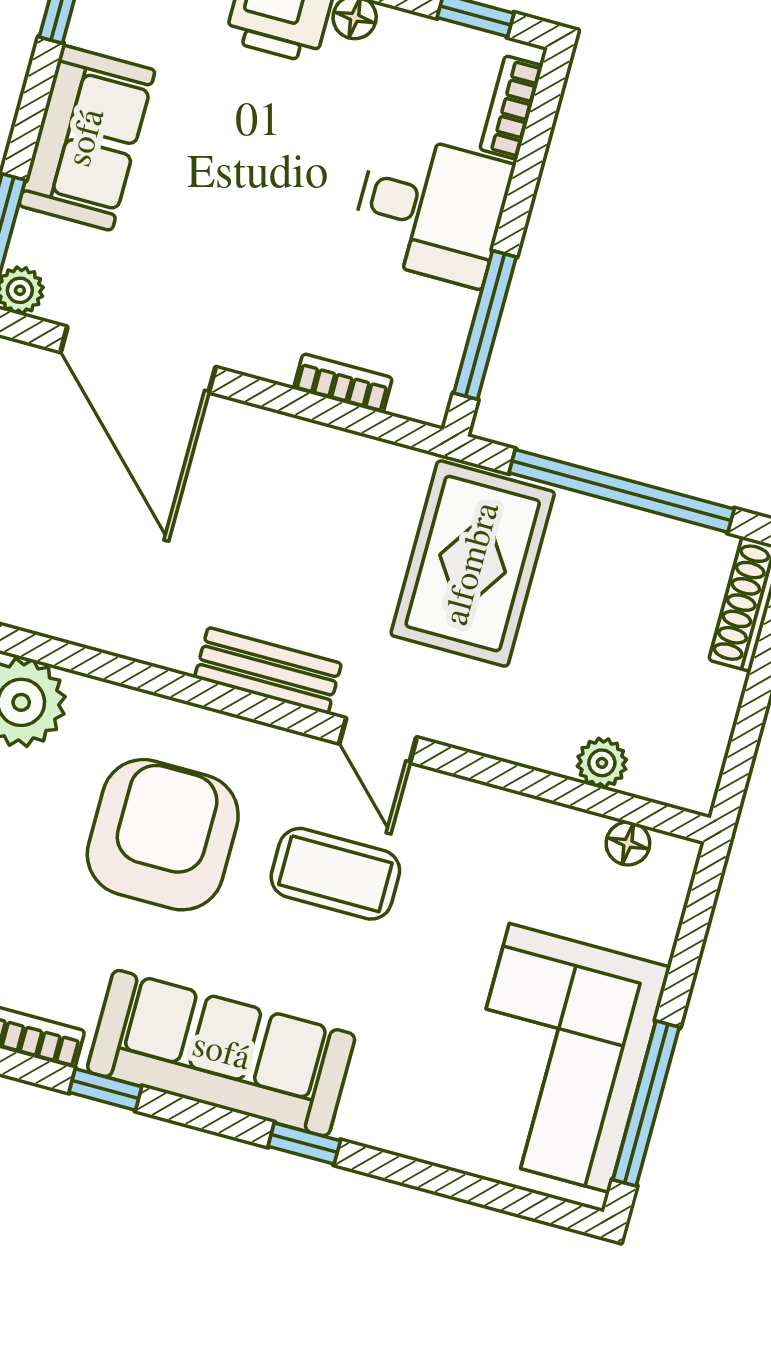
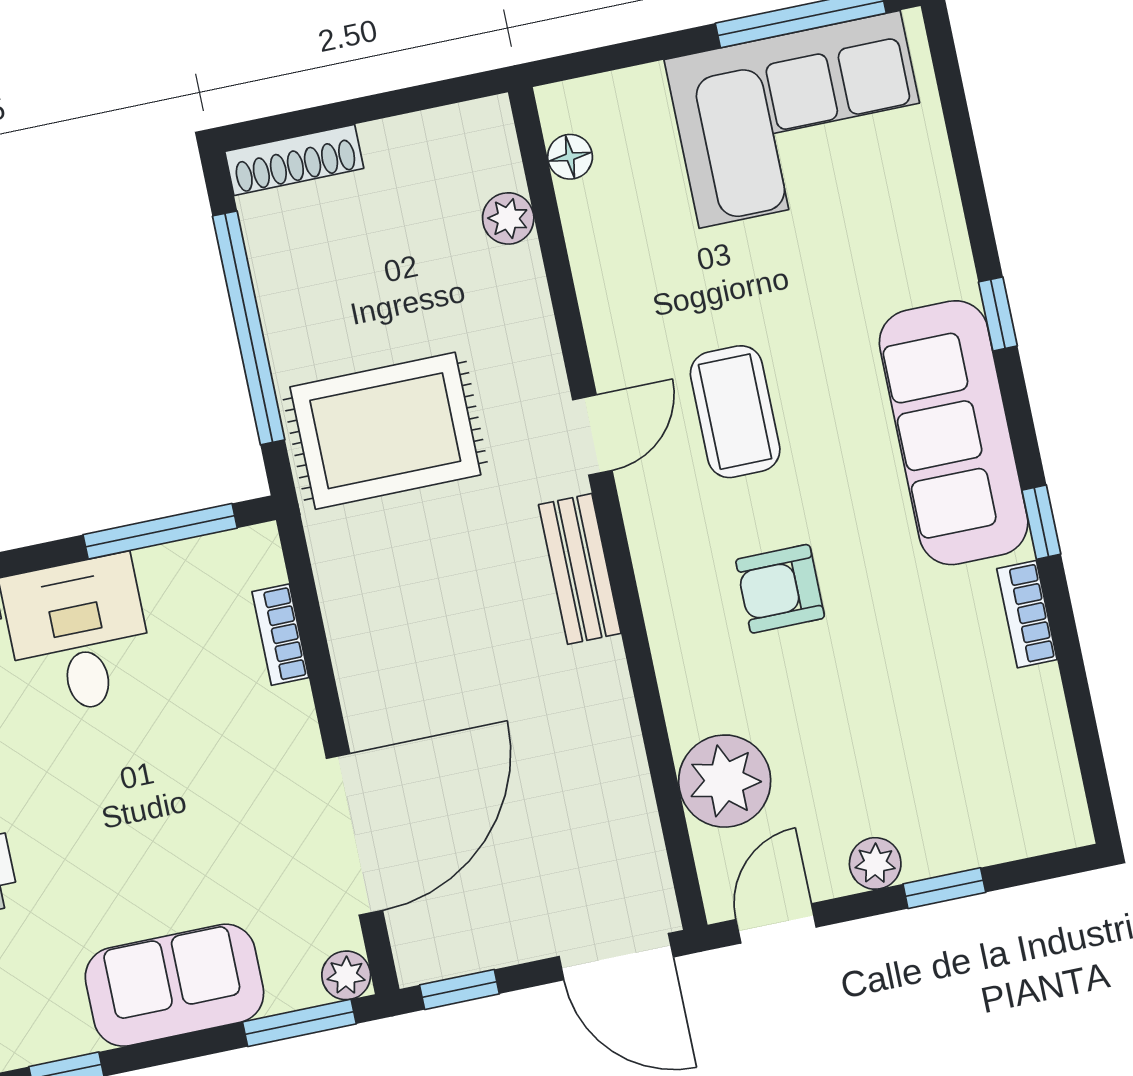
armchair: (163, 835) -> (780, 589), width x0.53, depth x0.53

